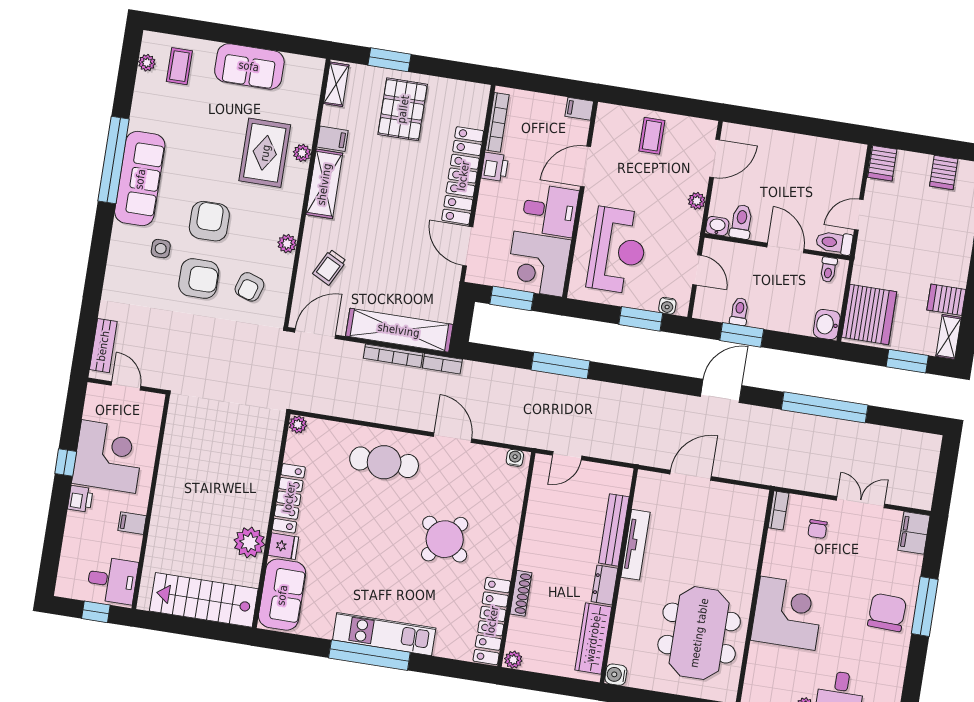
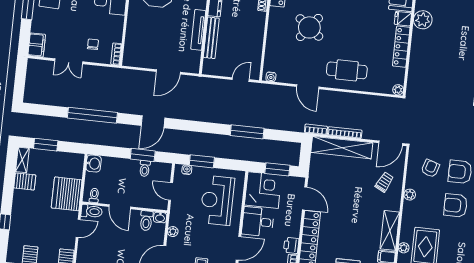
armchair: (209, 221) -> (456, 205), turned 90
server rack: (869, 315) -> (67, 194), moved

